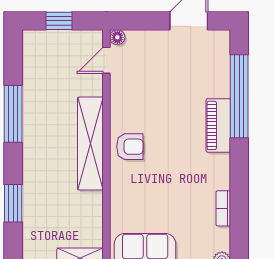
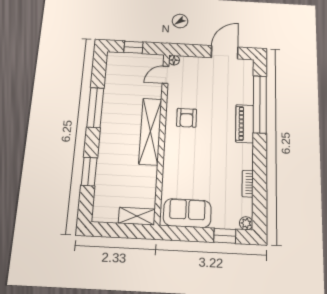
armchair: (130, 147) -> (187, 118), moved, turned 90

